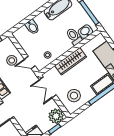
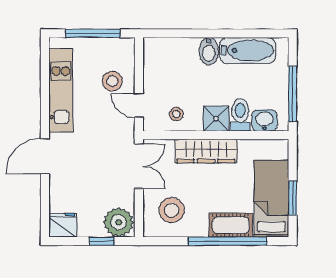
bidet: (32, 27) -> (209, 51), moved
shower: (65, 45) -> (216, 119), added
double door: (48, 87) -> (139, 166), swing flipped

